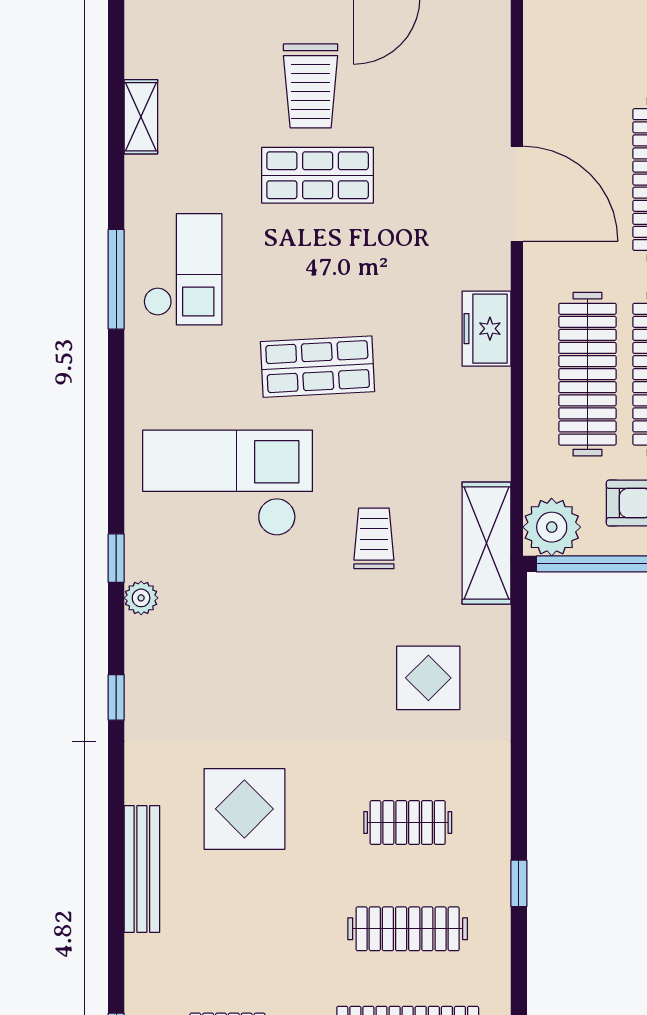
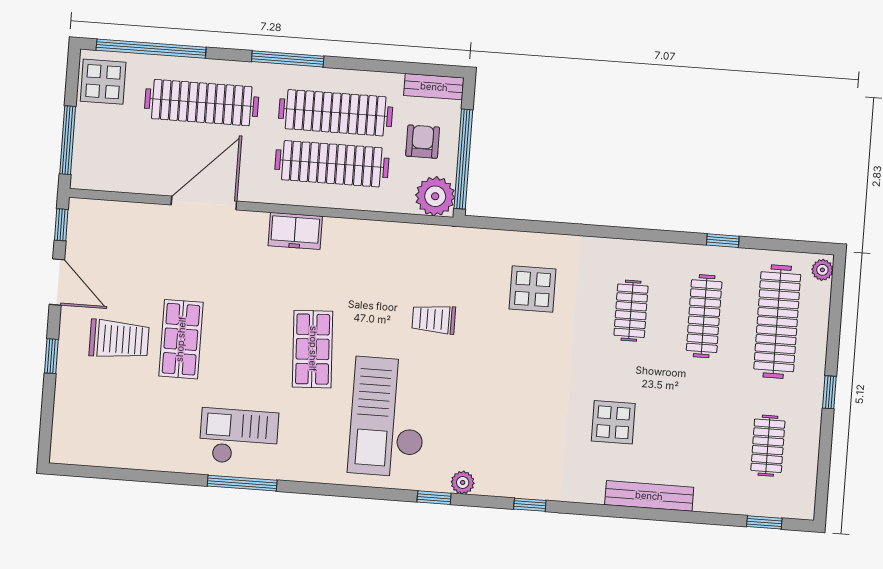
shelving: (141, 117) -> (131, 458), removed
shelving: (487, 543) -> (443, 242), removed
display table: (244, 809) -> (613, 422), width x0.73, depth x0.73
window: (519, 883) -> (723, 241), moved

